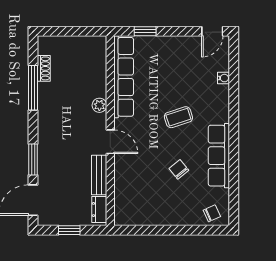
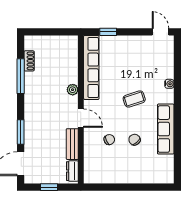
door: (212, 31) -> (161, 32), swing flipped
water cooler: (223, 78) -> (169, 84), moved
chair: (212, 213) -> (109, 140), moved

